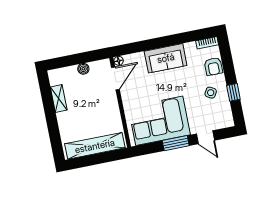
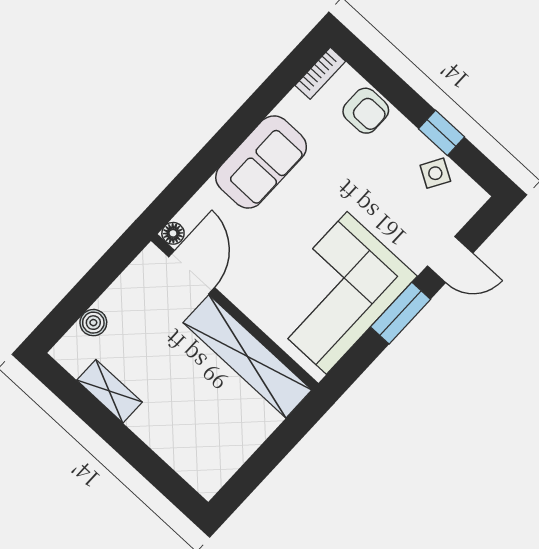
boiler: (83, 69) -> (93, 323), moved
side table: (211, 93) -> (435, 173), moved
shelving: (95, 146) -> (247, 356), moved, turned 90

